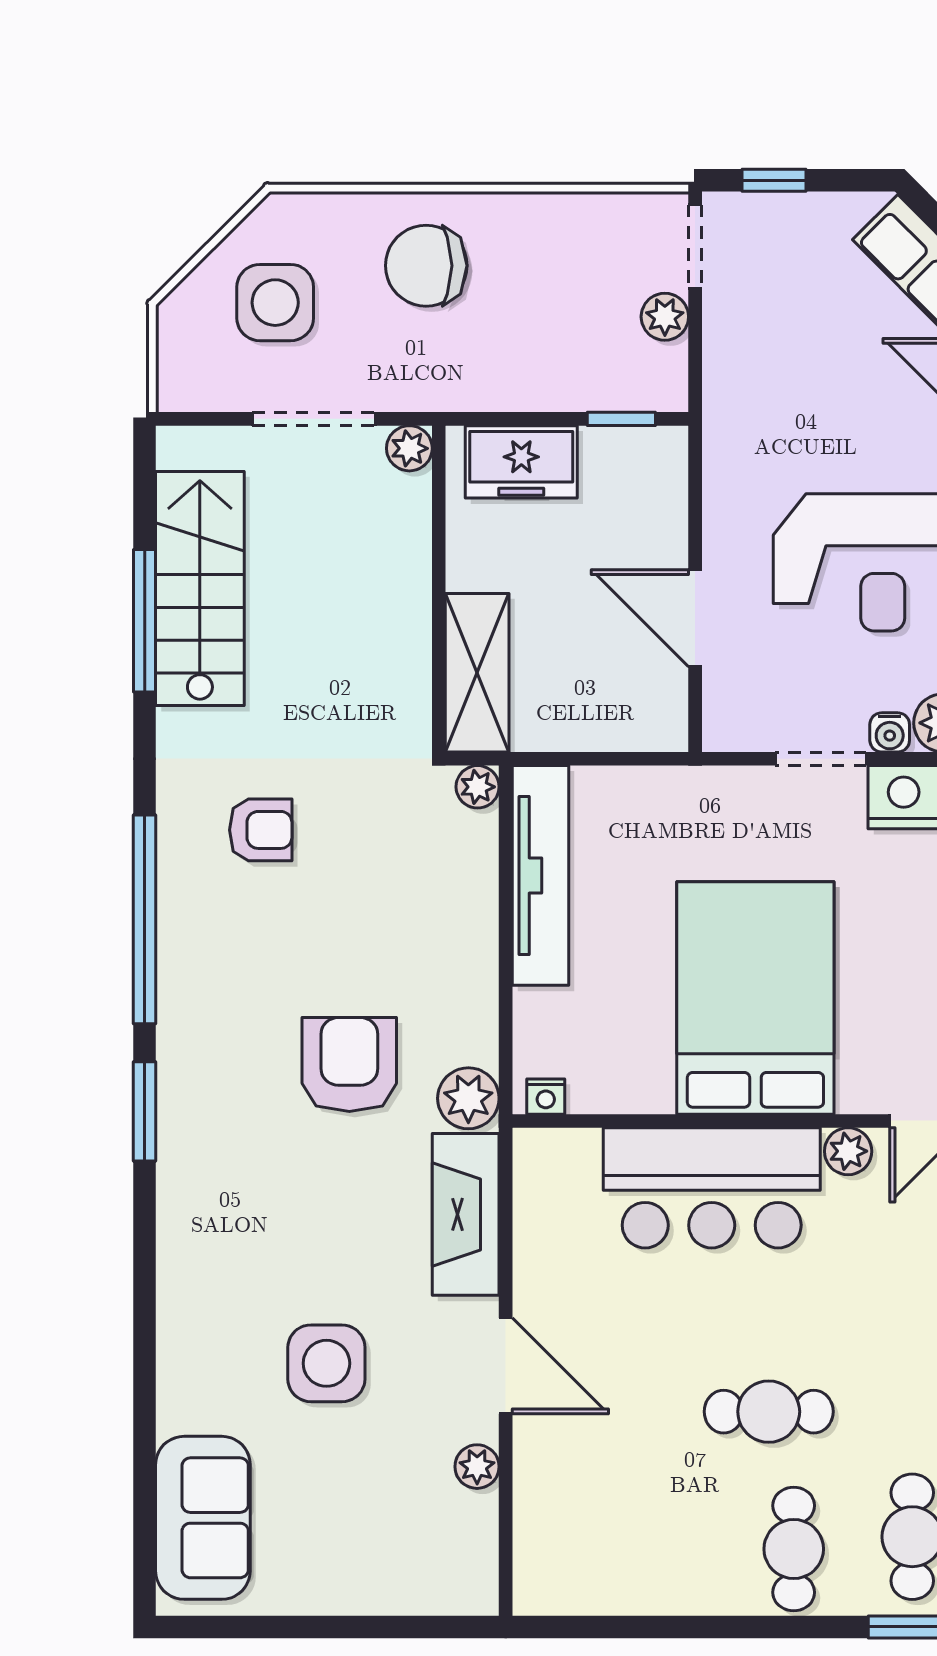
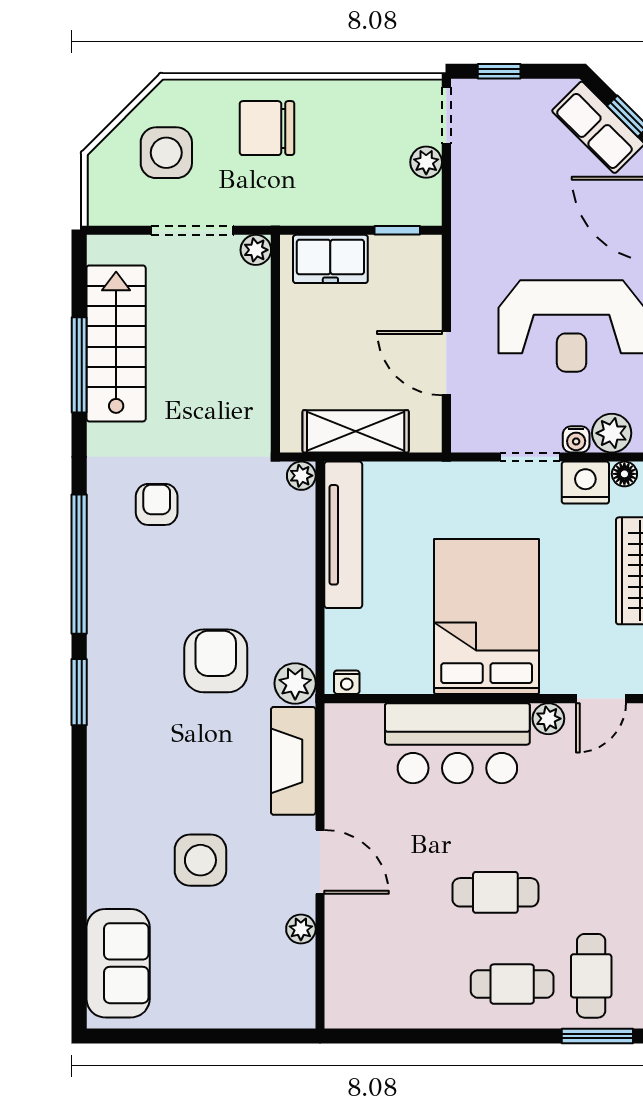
shelving: (477, 673) -> (356, 431), moved, turned 90
armchair: (261, 830) -> (157, 504), turned -90
cafe table: (794, 1549) -> (512, 984), turned 90

